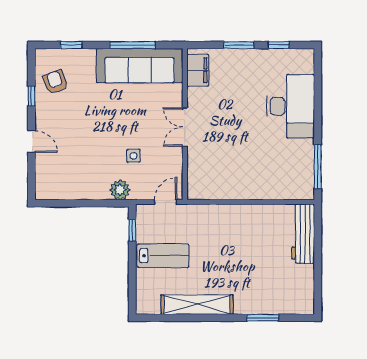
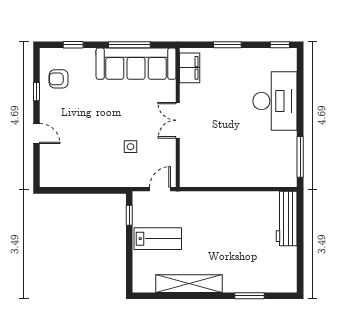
window: (279, 45) -> (280, 45), moved
armchair: (55, 82) -> (59, 79), turned -71
plant: (120, 190) -> (118, 178), removed

